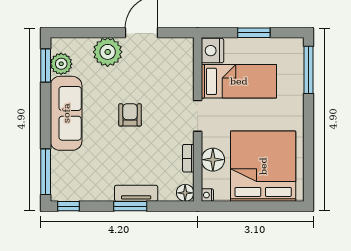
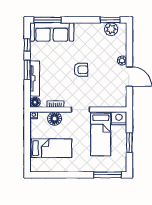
plant: (108, 52) -> (122, 61), width x0.53, depth x0.53
sofa: (66, 113) -> (52, 32), moved
bed: (263, 166) -> (51, 148), width x0.49
tv unit: (136, 193) -> (35, 78), width x1.41
window: (69, 206) -> (27, 45), moved

